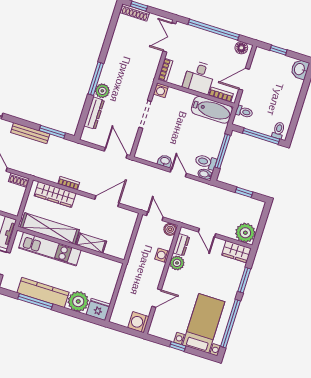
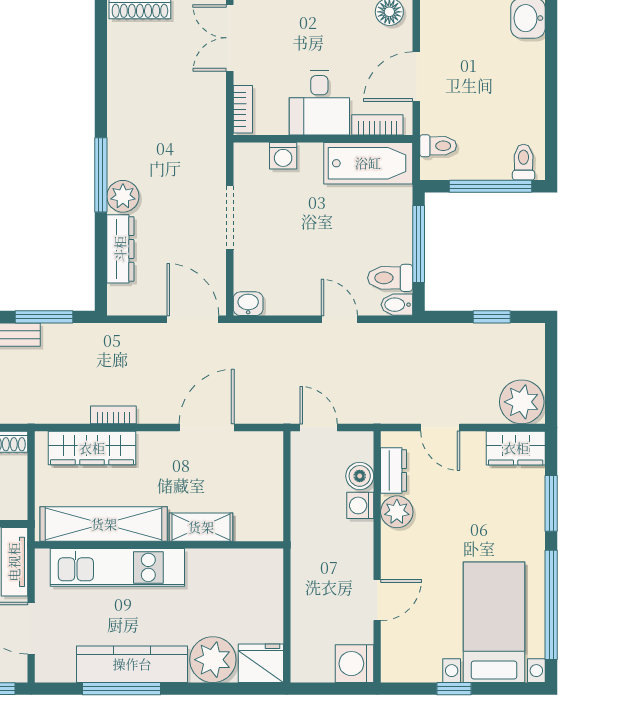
washing machine: (161, 90) -> (283, 156), moved
washbasin: (165, 161) -> (248, 304), moved
boiler: (170, 229) -> (360, 476), moved

